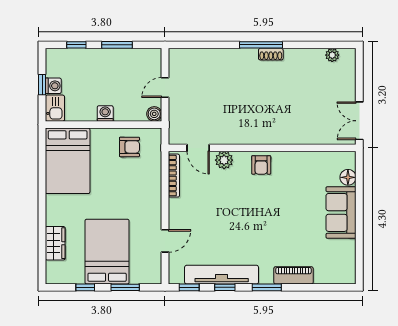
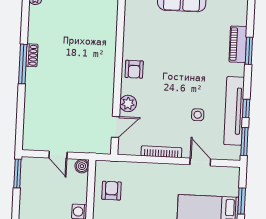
window: (117, 45) -> (17, 174), moved
armchair: (261, 165) -> (134, 69), turned 90
bookcase: (174, 176) -> (161, 152), moved
side table: (216, 236) -> (198, 115), added
window: (189, 287) -> (244, 142), width x1.50
window: (267, 287) -> (249, 51), moved

